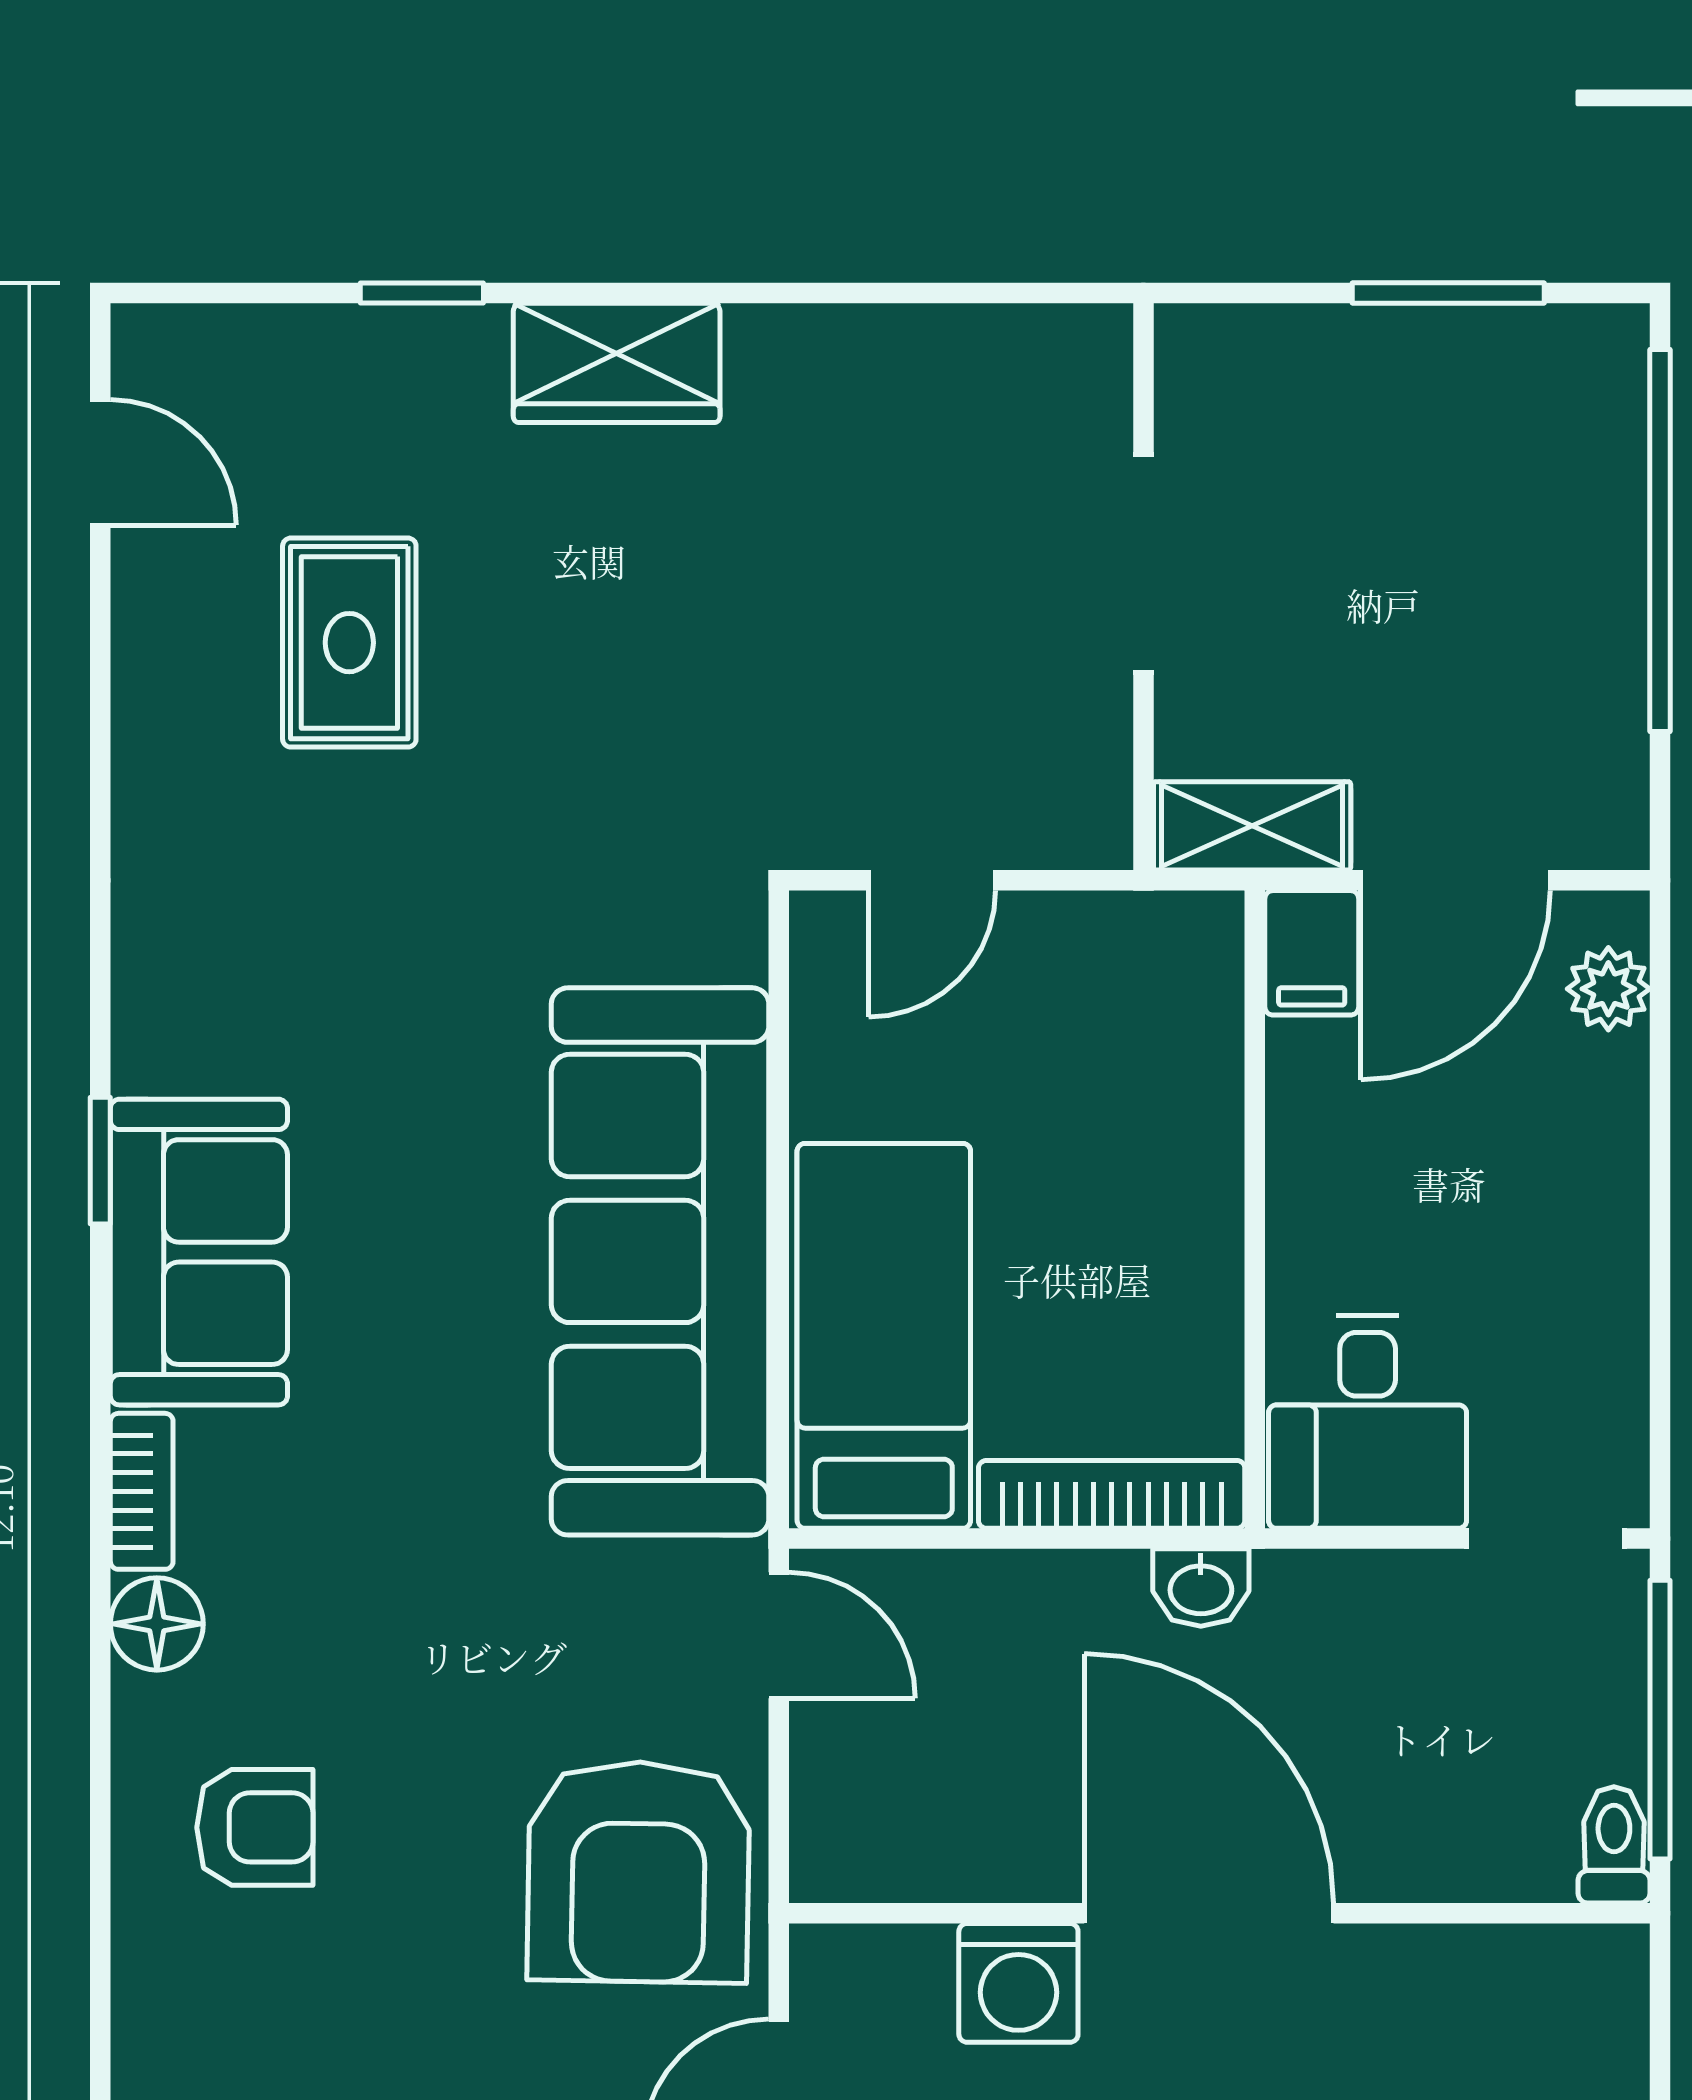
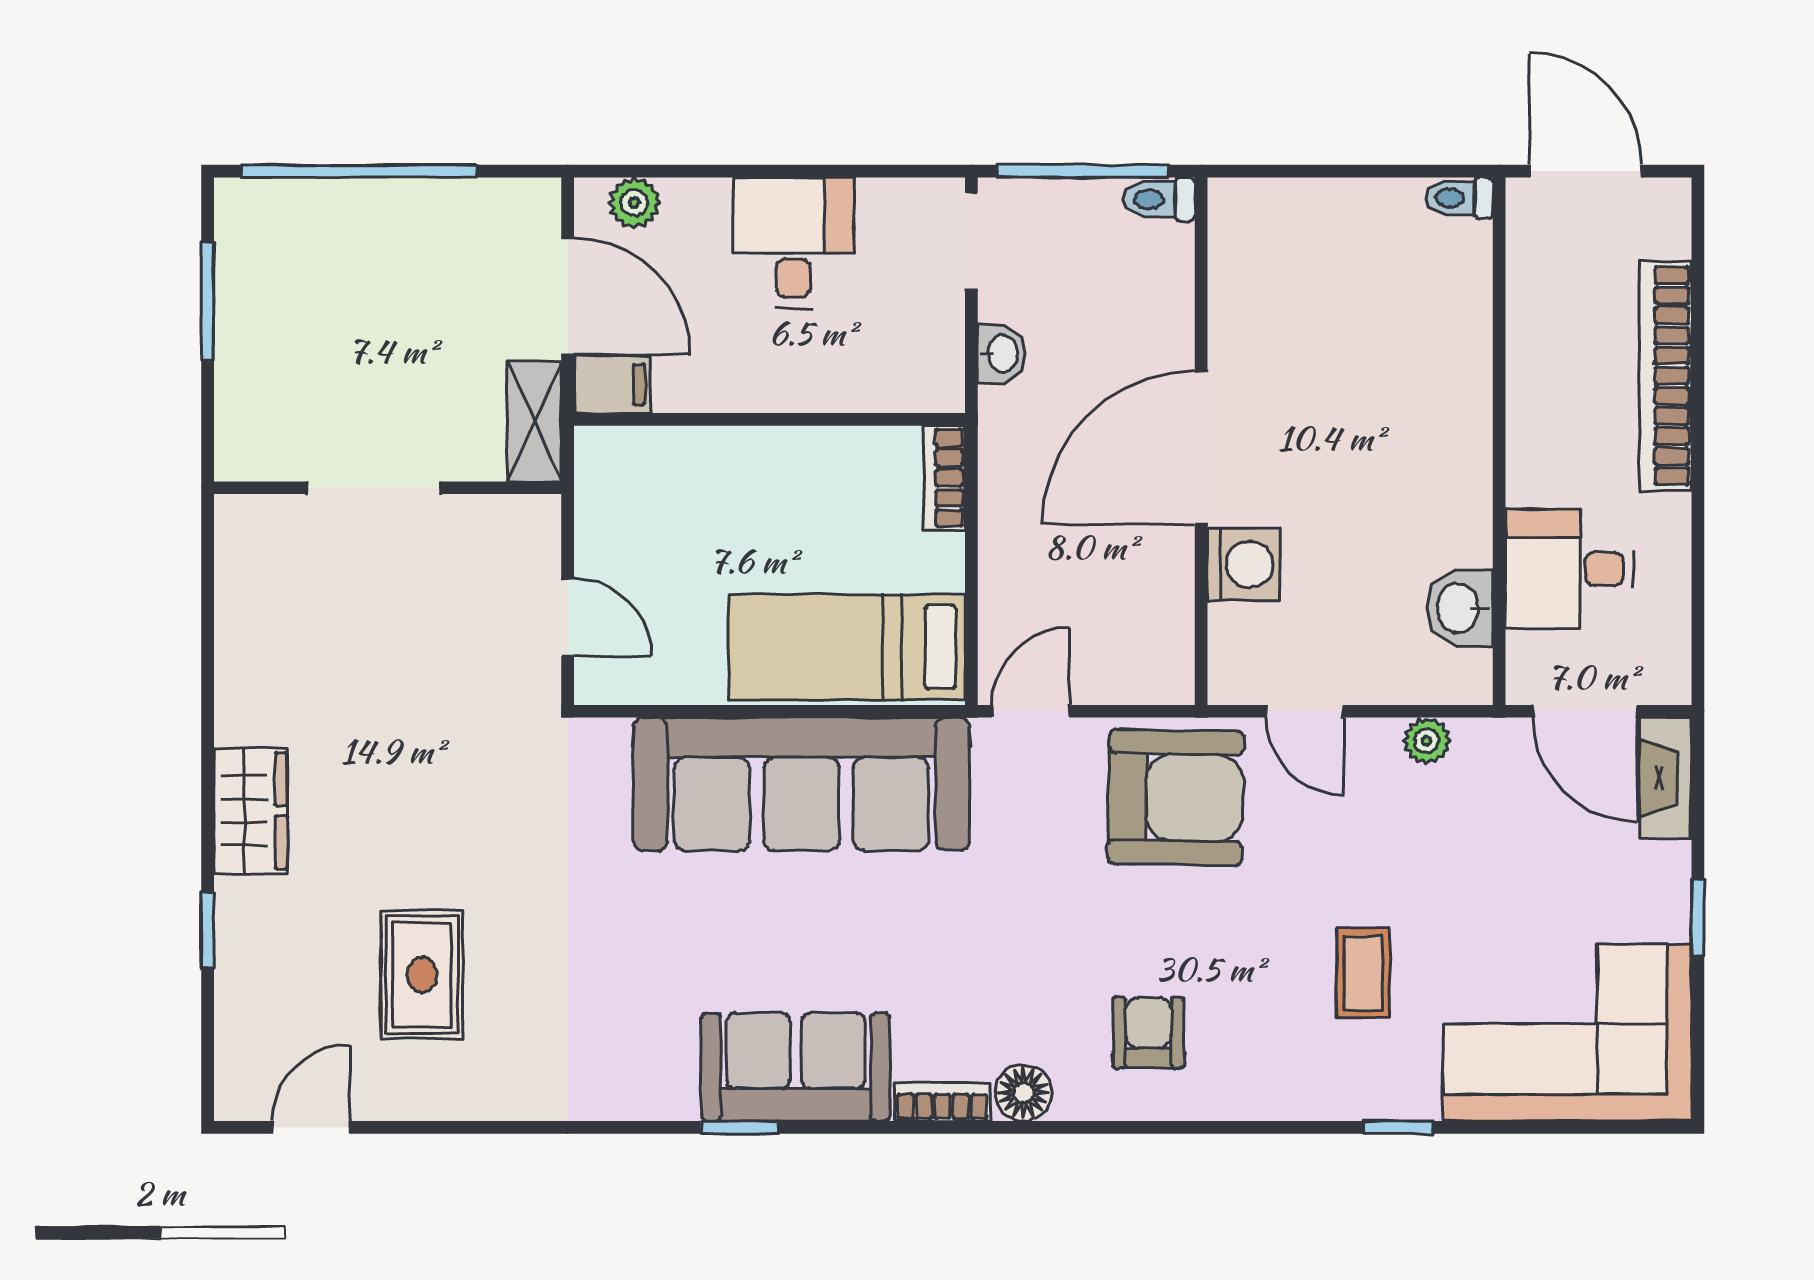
rug: (349, 643) -> (422, 975), turned 90
desk: (1368, 1422) -> (793, 243), moved, turned -90
bookcase: (1112, 1494) -> (944, 478), width x0.64
washbasin: (1201, 1587) -> (1001, 354), moved

